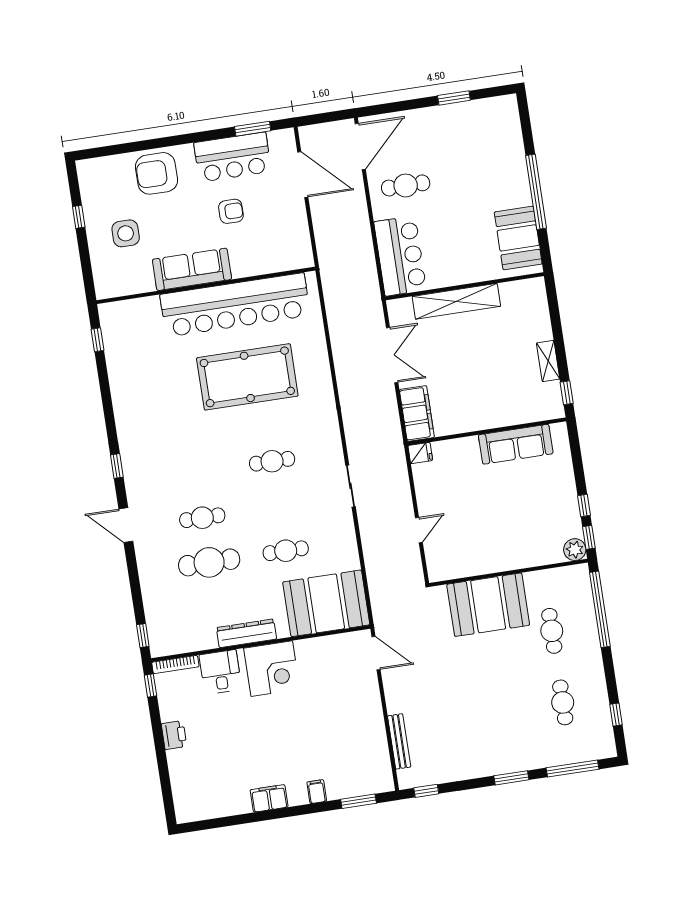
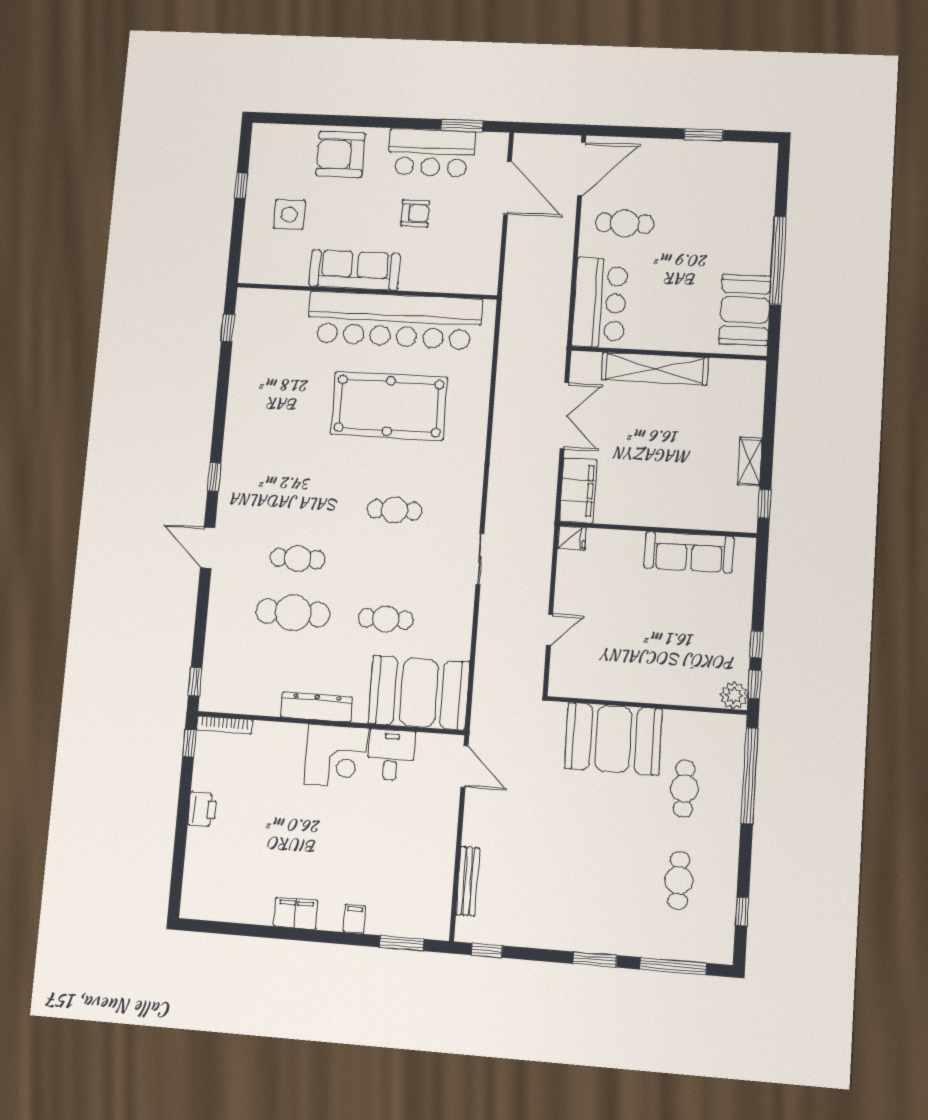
desk: (220, 672) -> (391, 755), moved

